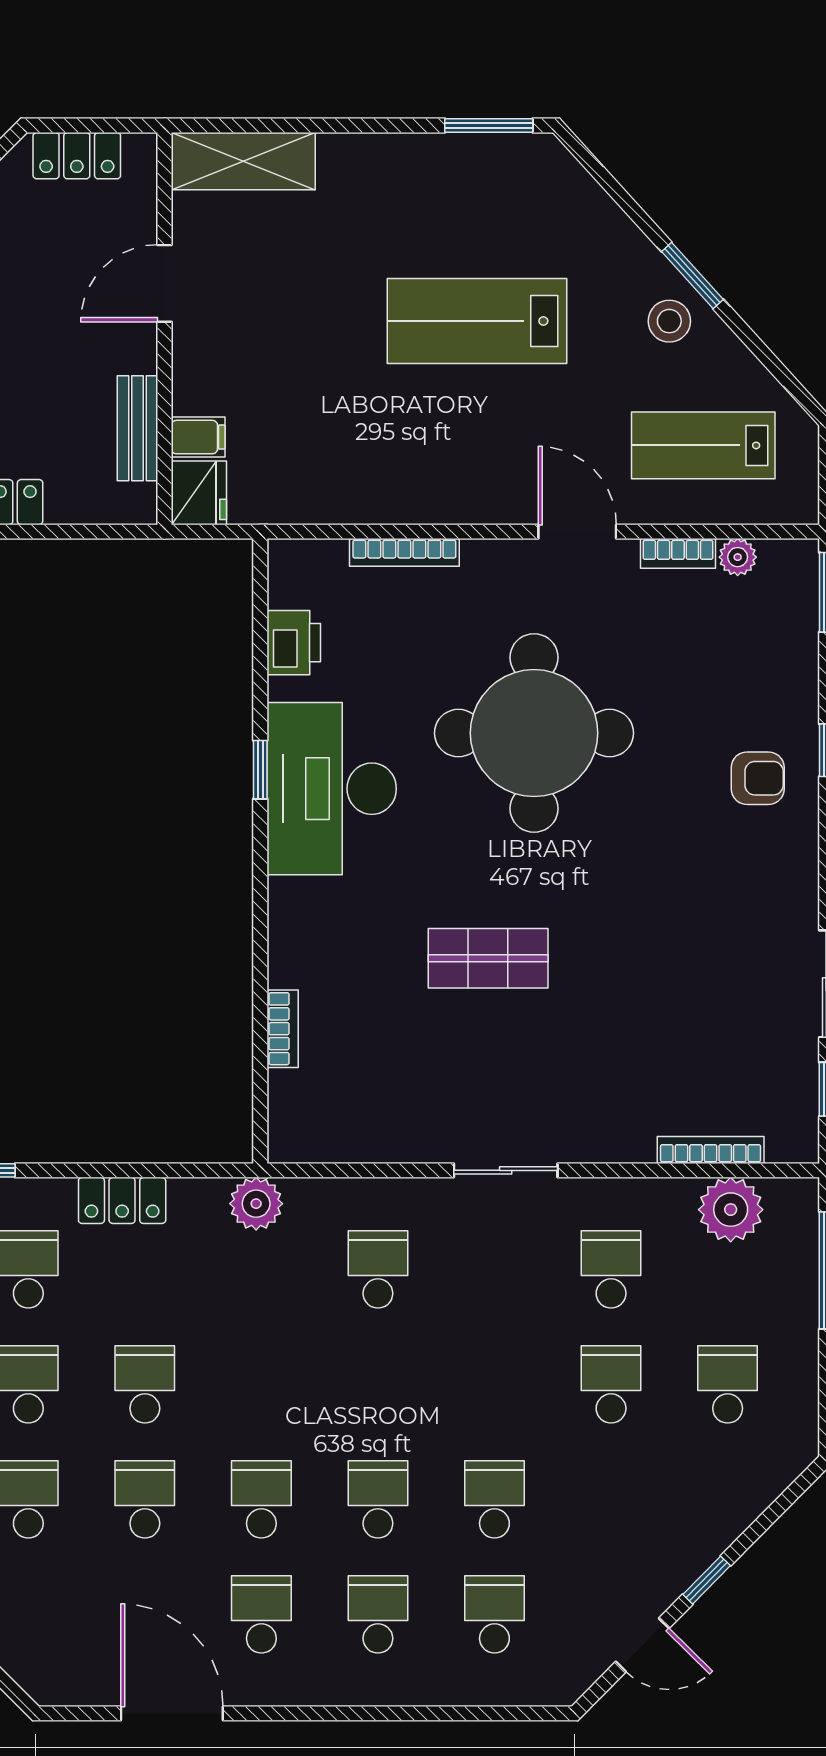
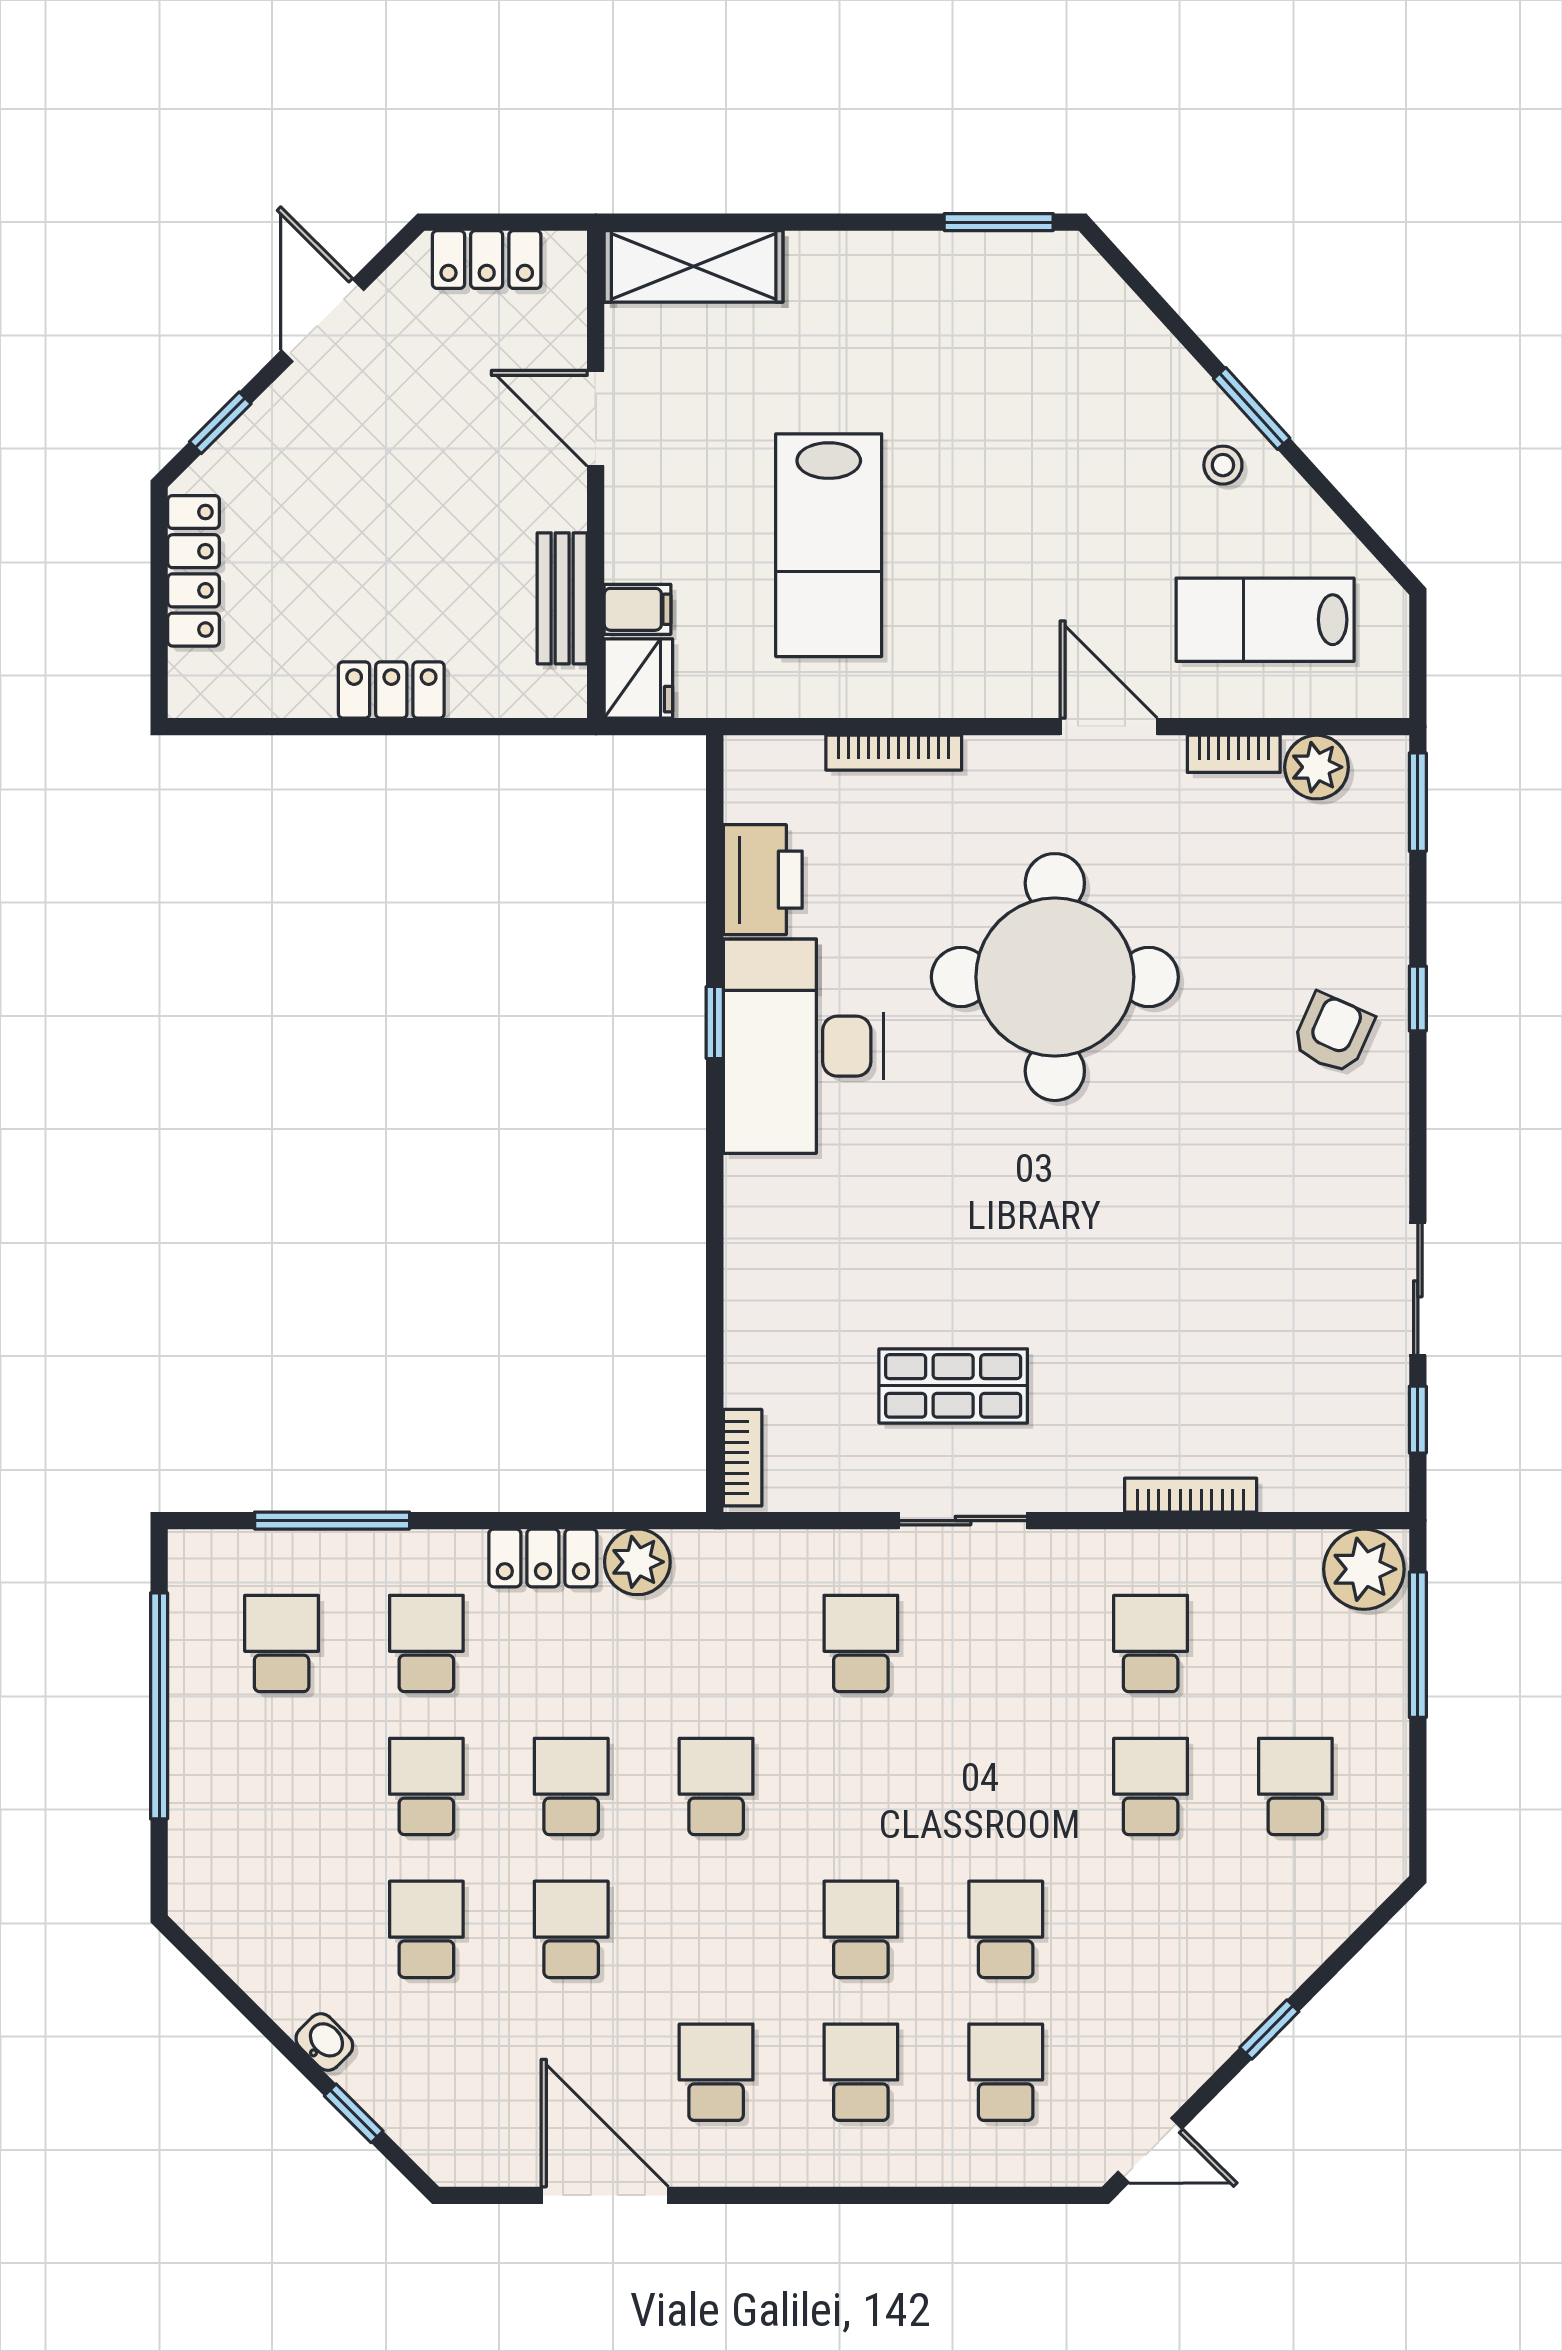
door: (165, 283) -> (596, 418), hinge flipped
lab bench: (477, 321) -> (829, 545), moved, turned -90
stool: (669, 321) -> (1223, 465), width x0.73, depth x0.73
plant: (738, 557) -> (1317, 767), width x1.38, depth x1.38
printer: (294, 643) -> (763, 880), width x1.37, depth x1.19
armchair: (758, 778) -> (1333, 1033), turned -66
shop shelf: (488, 958) -> (953, 1386), moved
bookcase: (283, 1029) -> (743, 1458), moved
bookcase: (711, 1150) -> (1191, 1495), moved
sliding door: (506, 1170) -> (963, 1521), moved
plant: (256, 1204) -> (637, 1562), moved
plant: (731, 1210) -> (1364, 1569), moved
school desk: (261, 1499) -> (716, 1786), moved
door: (642, 1645) -> (1150, 2150), moved

